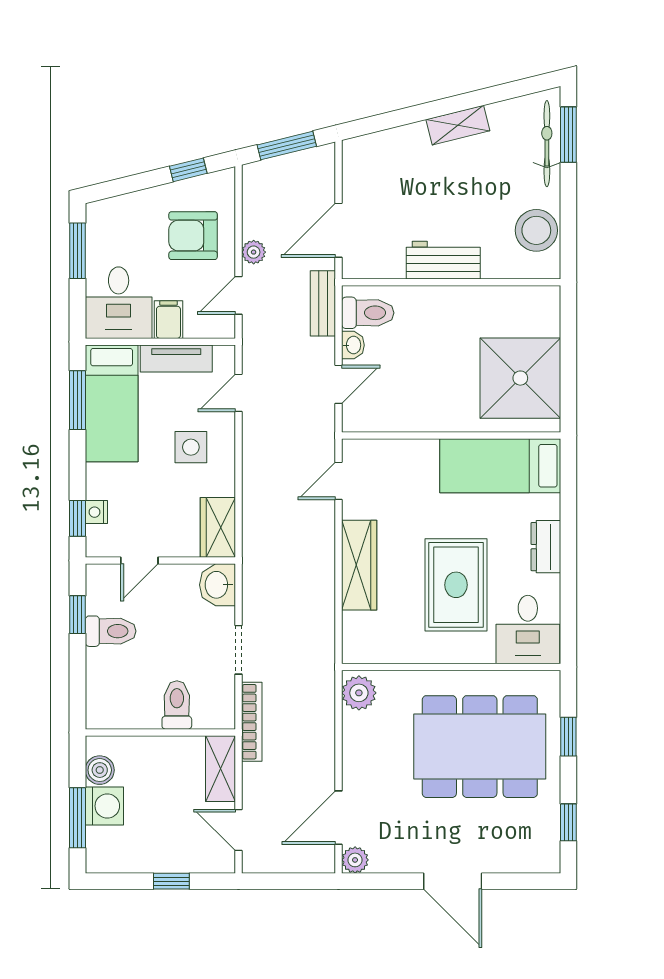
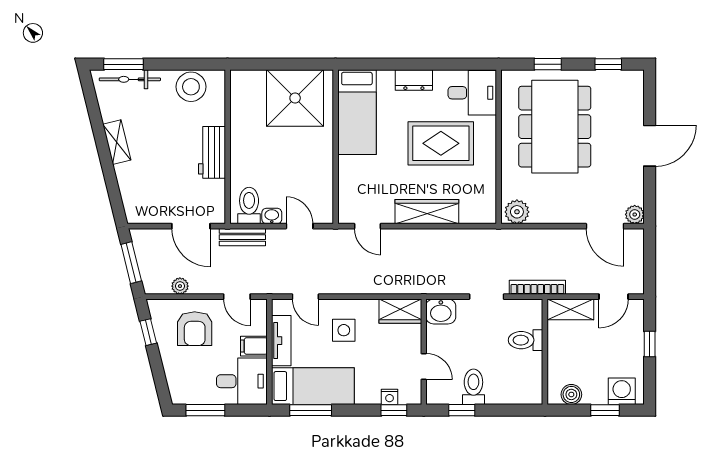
plant: (254, 252) -> (180, 286), moved
washing machine: (104, 806) -> (622, 391), moved
window: (77, 818) -> (605, 410), width x0.67

